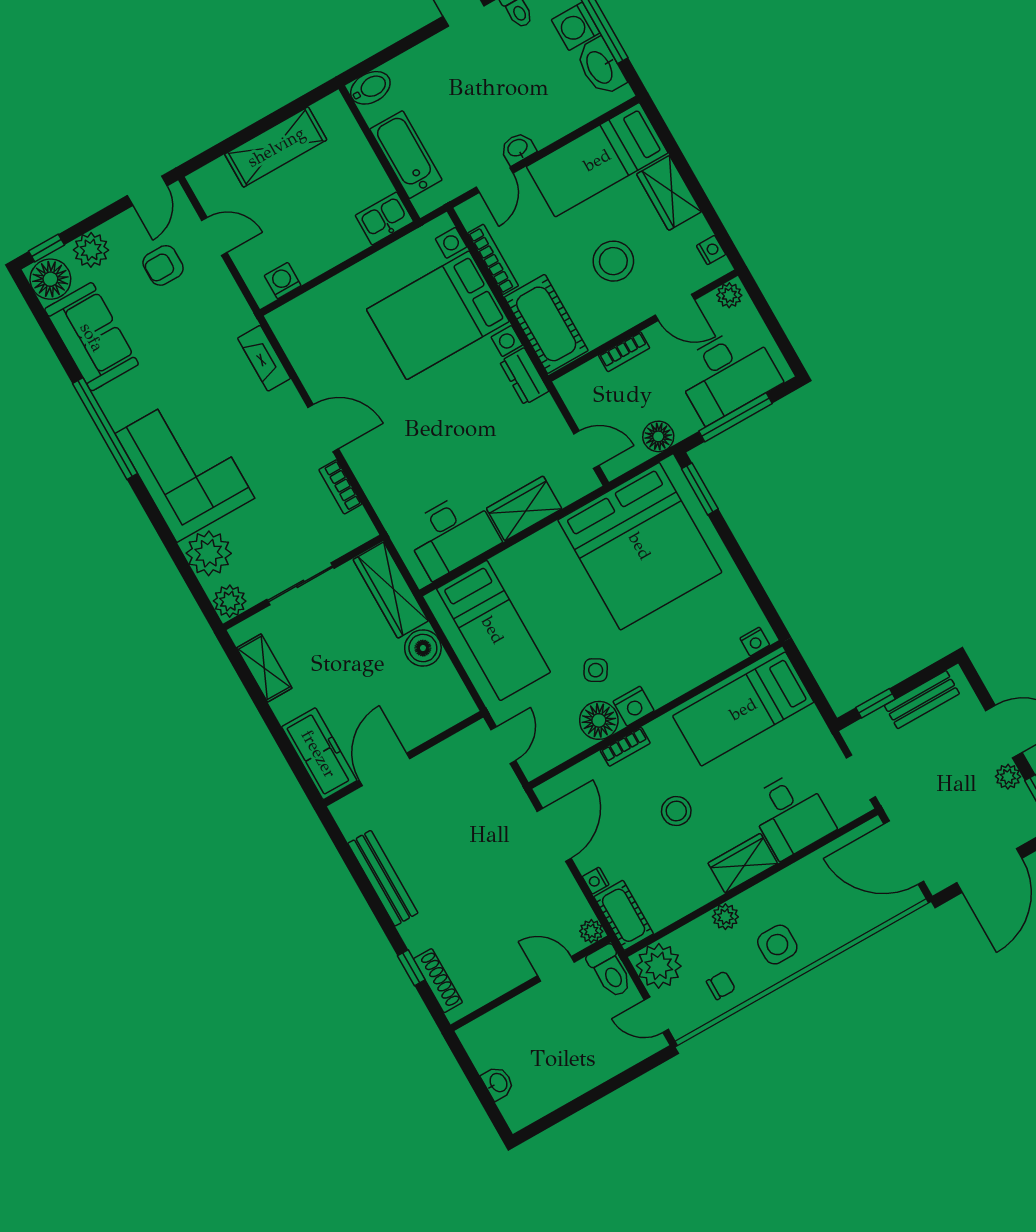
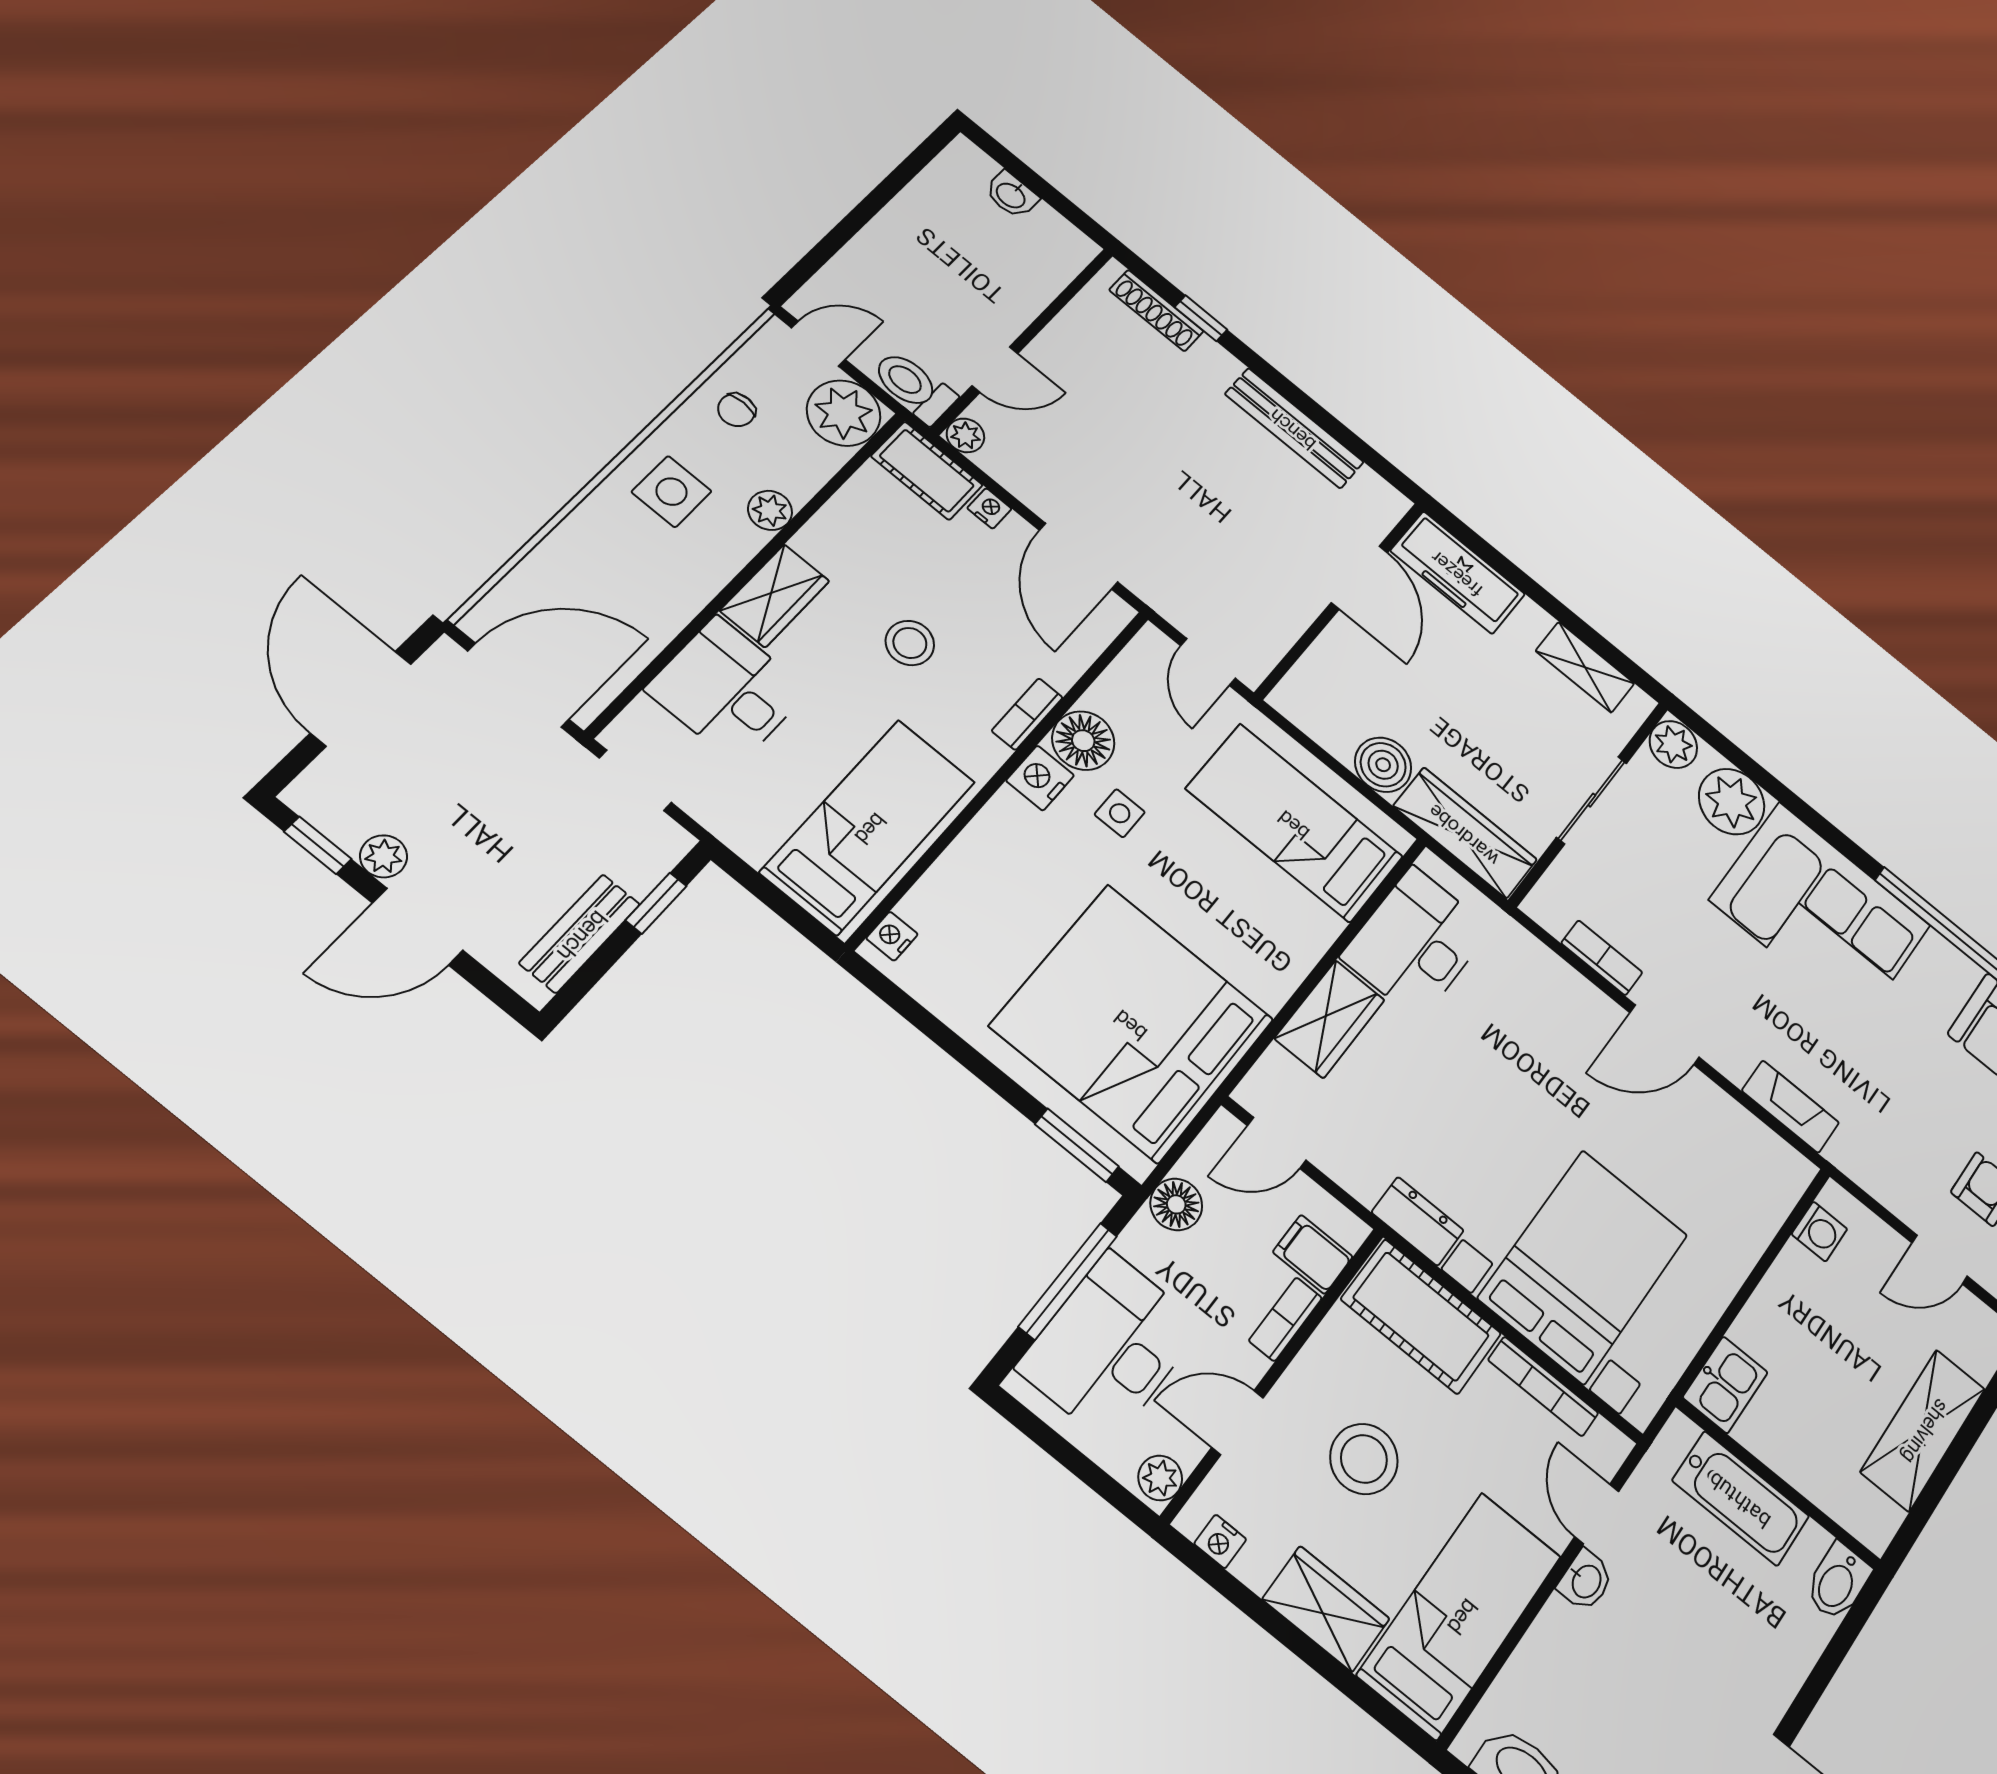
filing cabinet: (593, 381) -> (1313, 1254), added
side table: (596, 670) -> (1120, 813), turned -31

